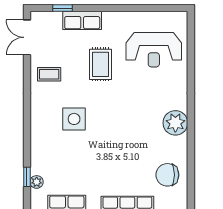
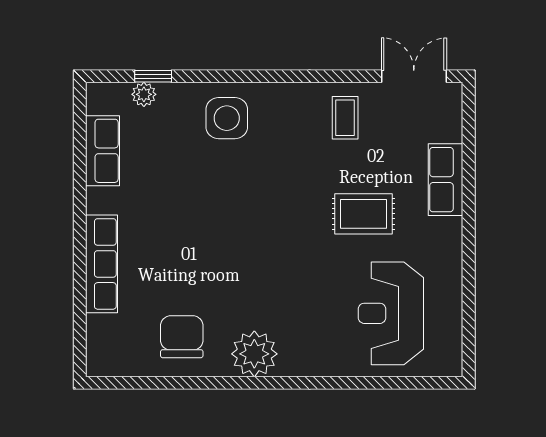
window: (62, 8) -> (469, 143), removed
side table: (74, 119) -> (227, 118), moved
chair: (167, 175) -> (182, 337), moved

